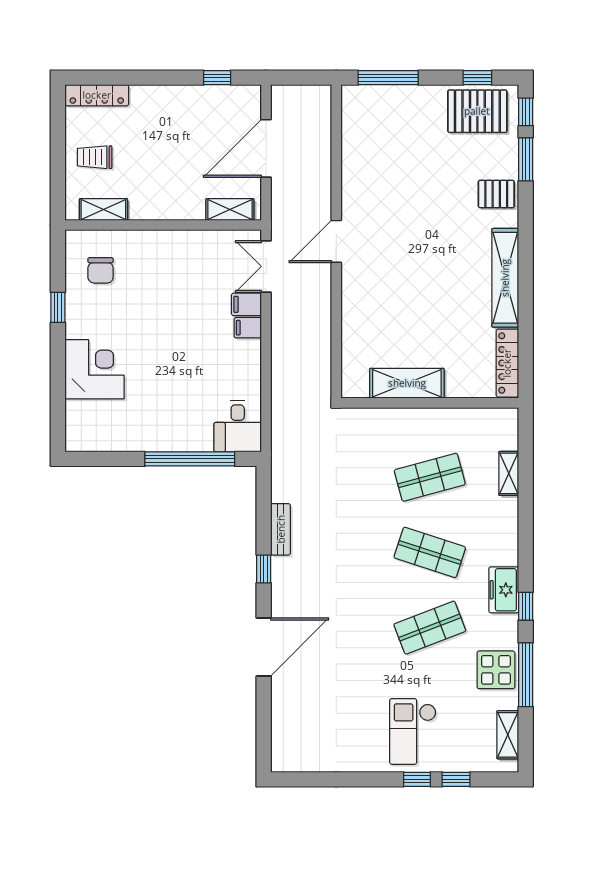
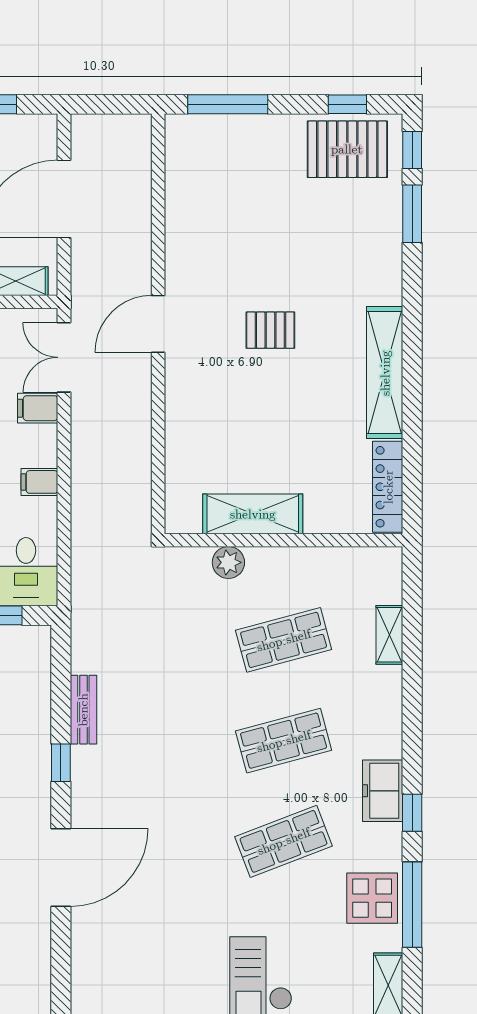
pallet: (496, 194) -> (270, 330), moved
filing cabinet: (248, 328) -> (39, 482), moved
plant: (389, 419) -> (228, 562), added
shop shelf: (430, 552) -> (284, 741), turned -33

